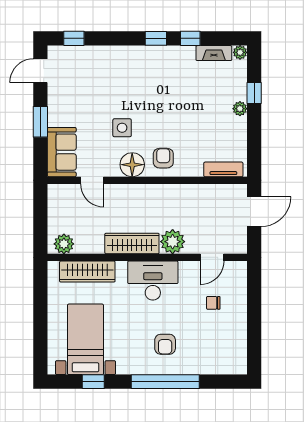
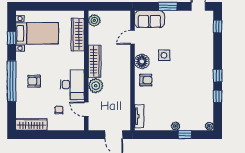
fireplace: (214, 53) -> (209, 110), removed
desk: (153, 281) -> (72, 85), moved
wardrobe: (237, 349) -> (31, 124), added

